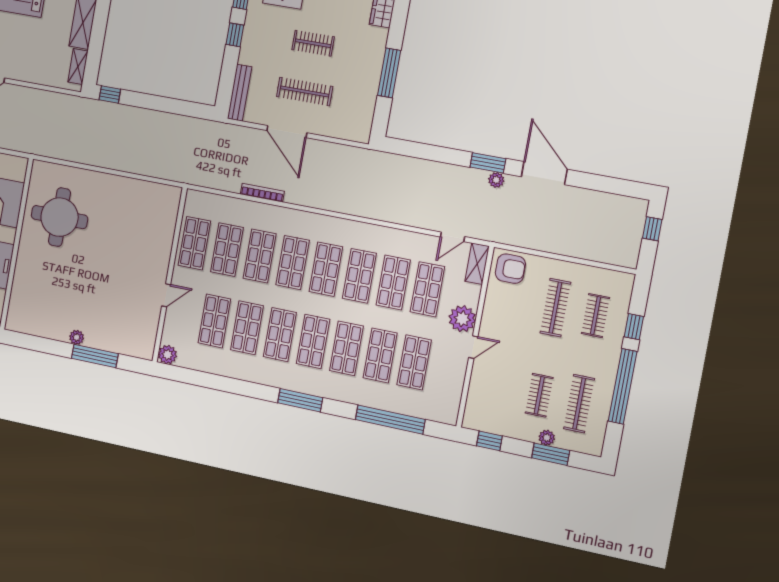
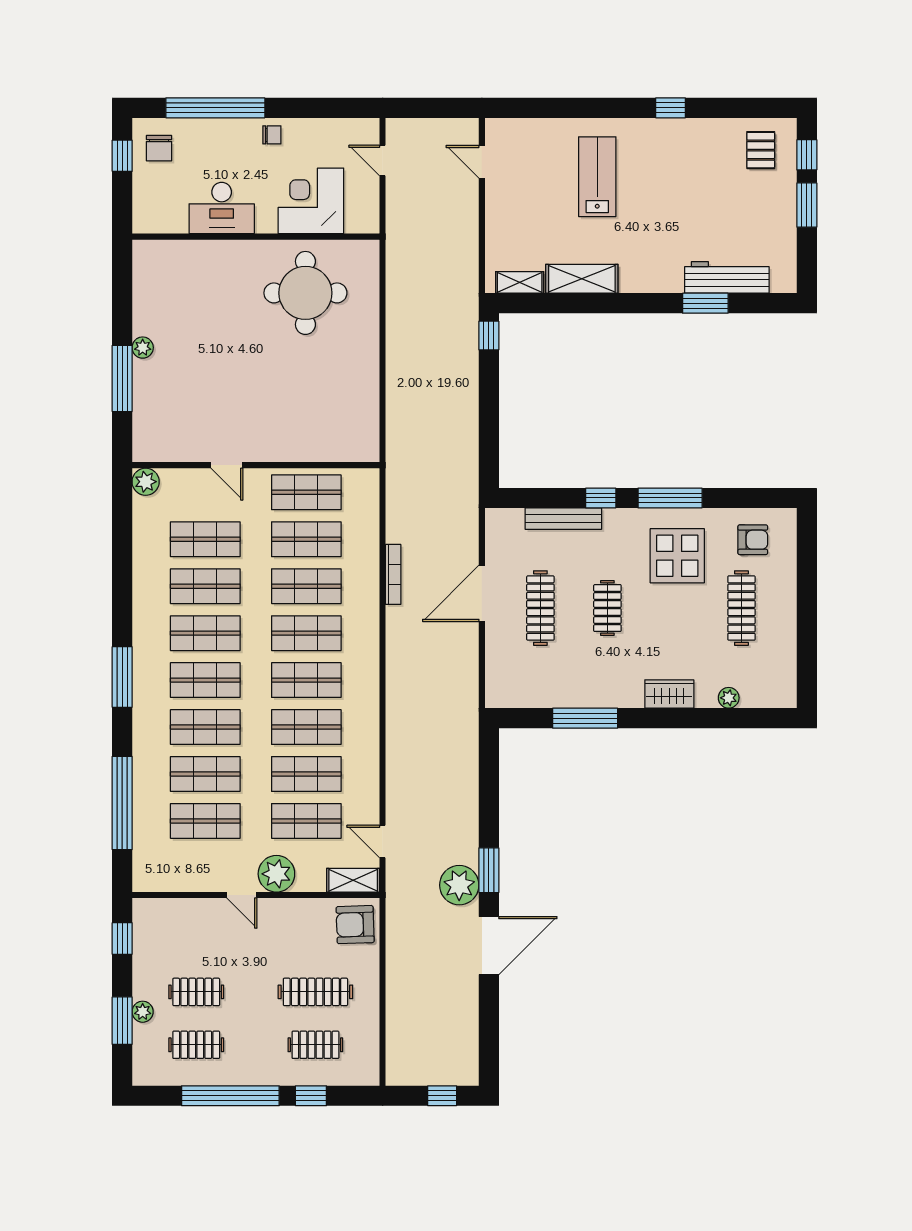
bench: (240, 93) -> (563, 519), moved
plant: (496, 180) -> (459, 885), width x1.88, depth x1.88
armchair: (510, 269) -> (355, 925), turned 88
clothes rail: (579, 404) -> (196, 1045), width x0.73

